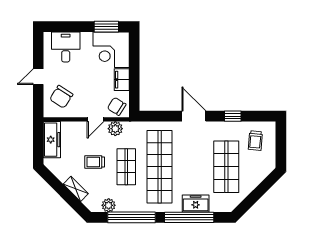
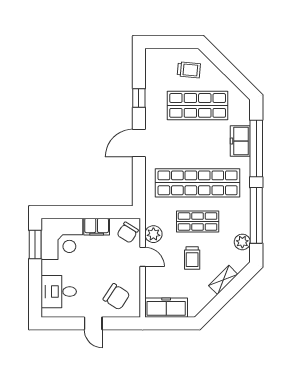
trolley: (255, 141) -> (189, 70), moved

